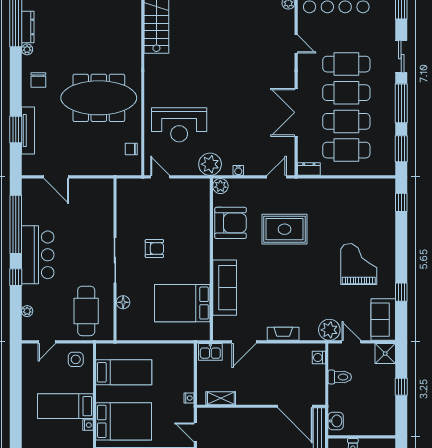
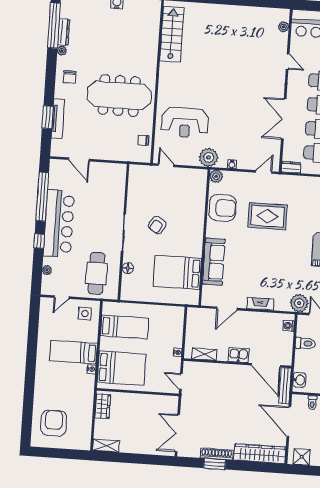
armchair: (154, 249) -> (157, 225), turned 123
bar counter: (38, 255) -> (59, 224), width x1.36
kitchen sink: (210, 352) -> (239, 355), moved, turned 180

